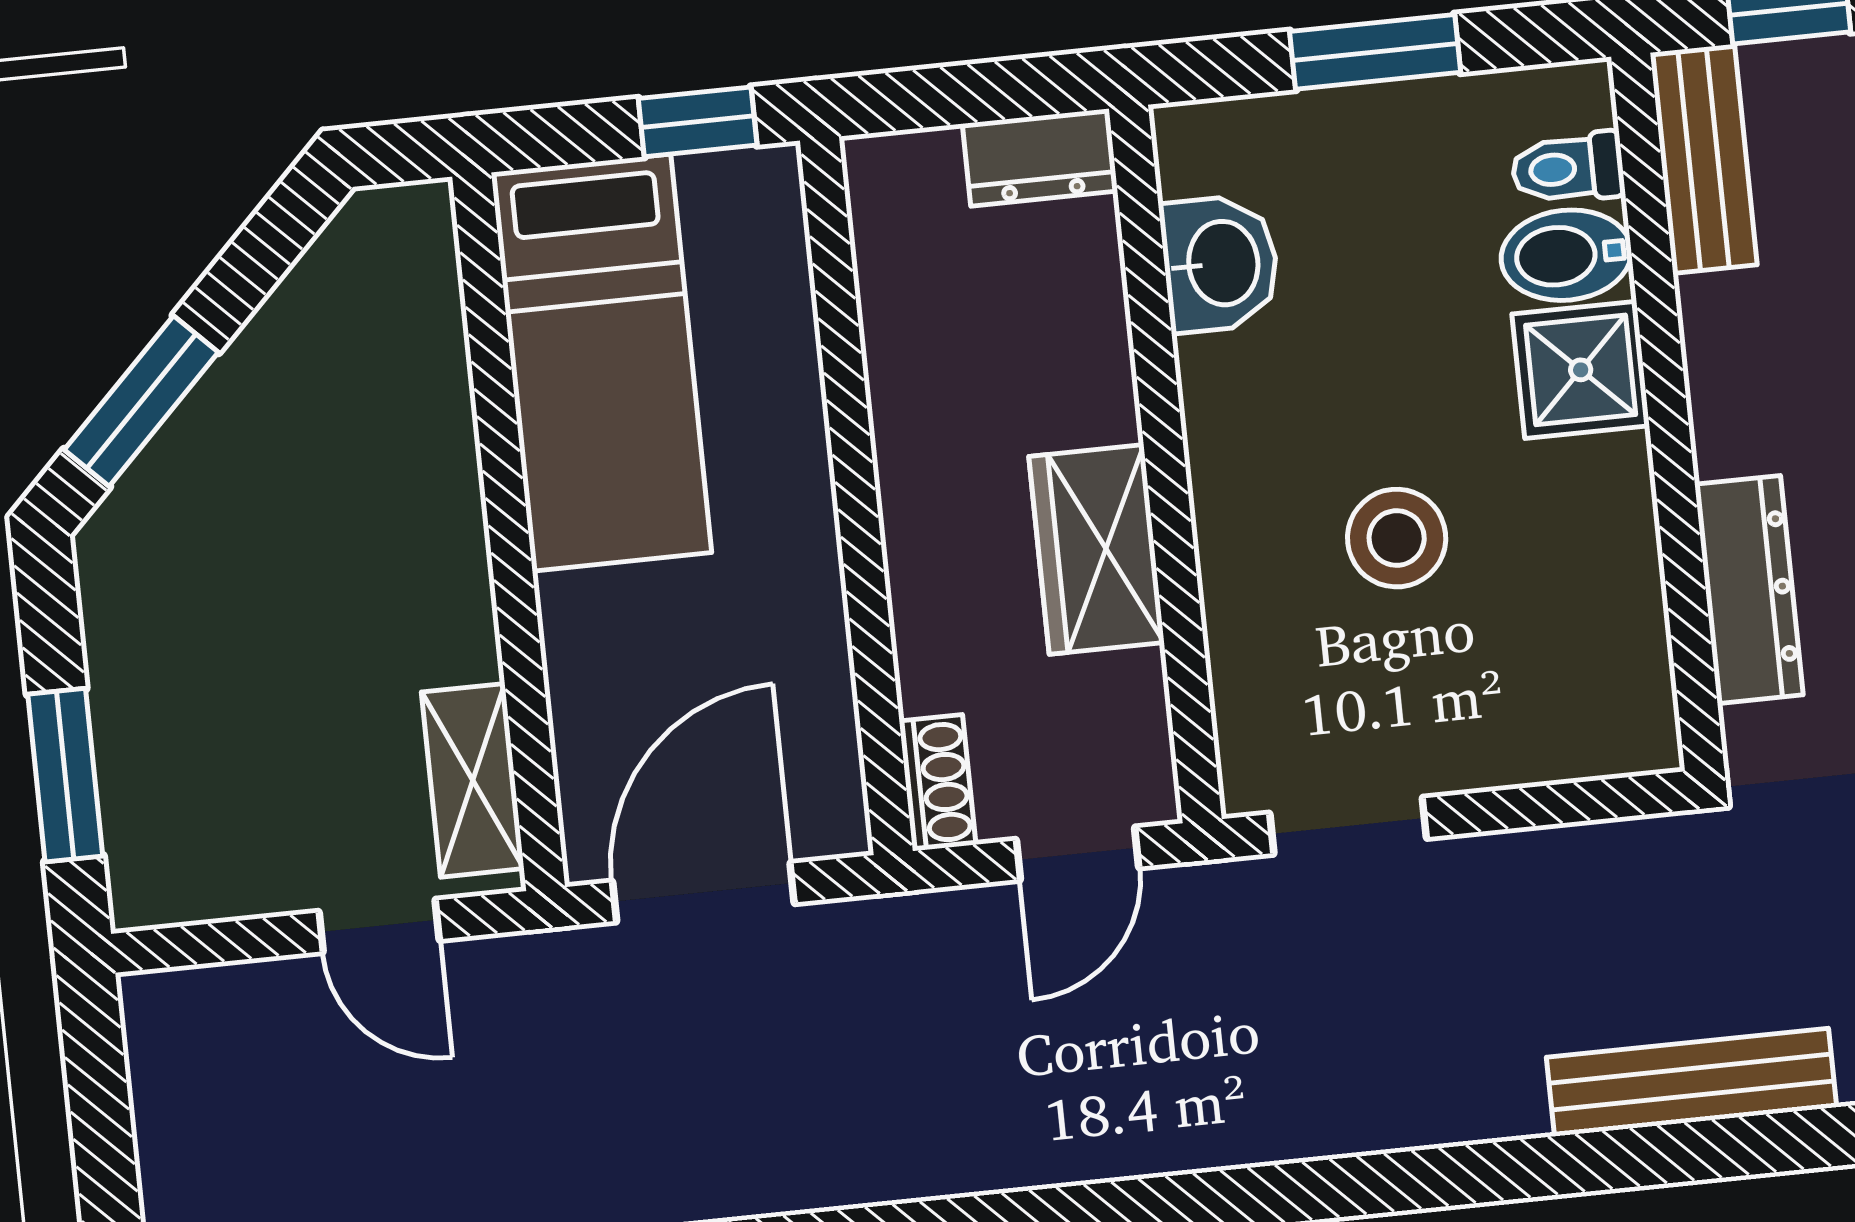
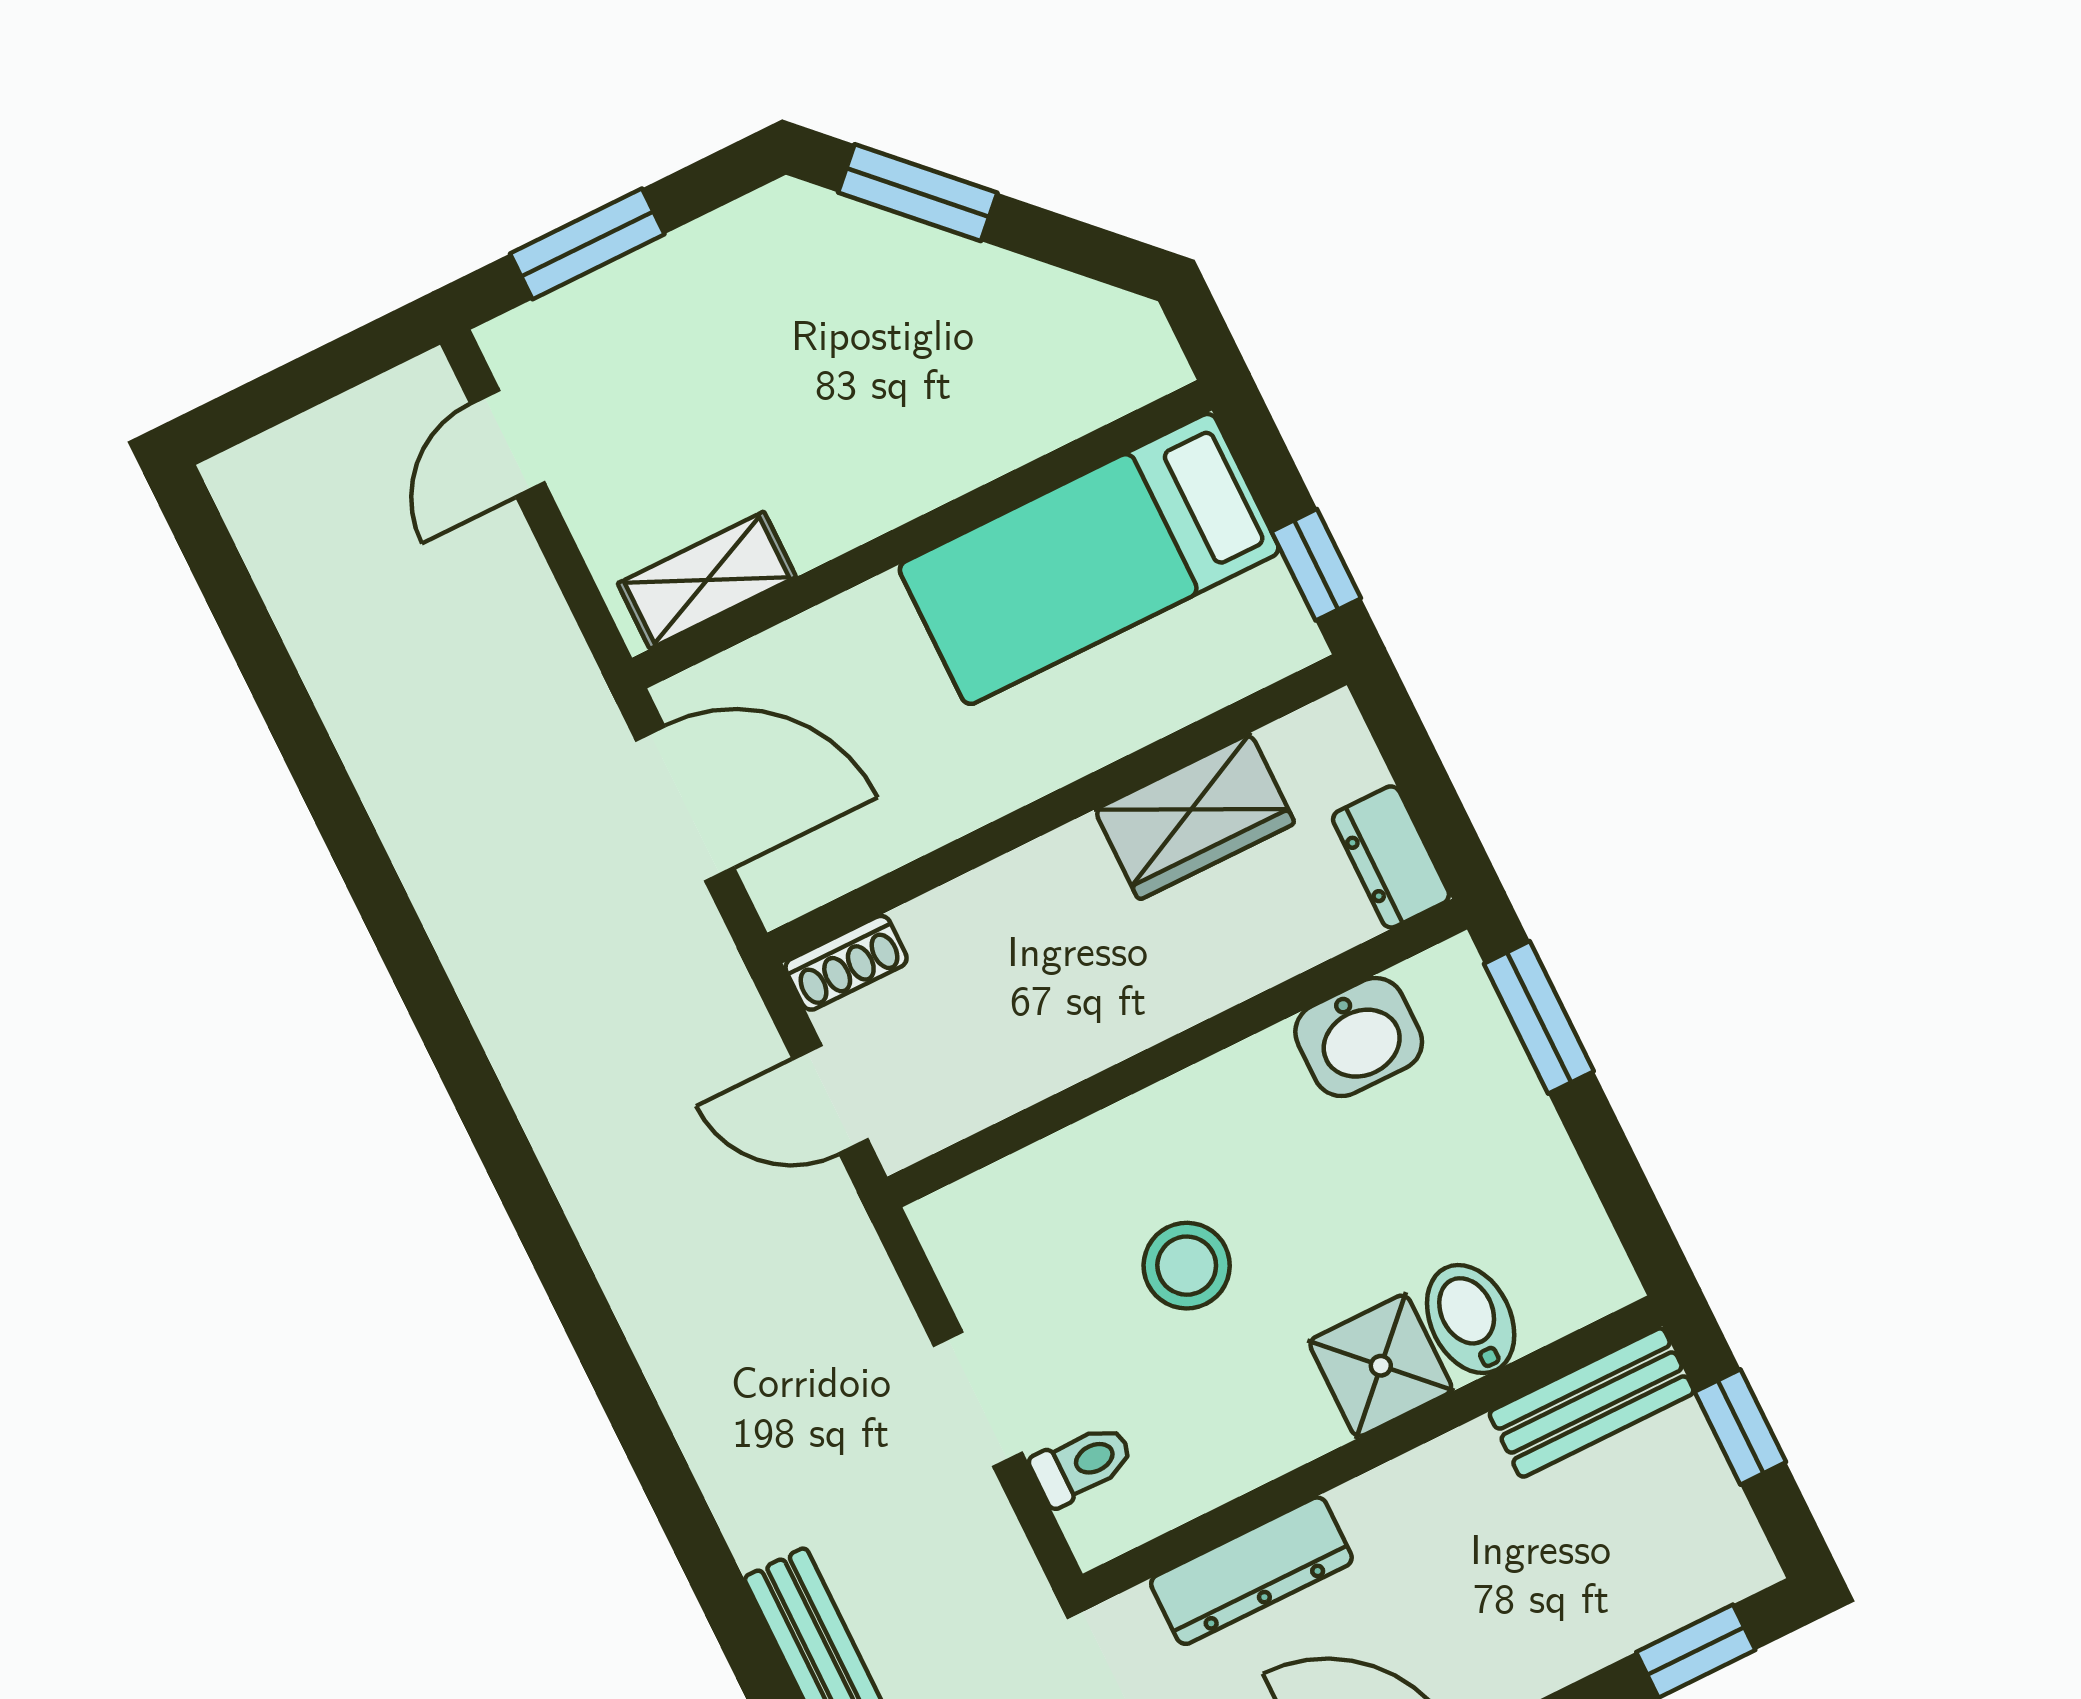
window: (1375, 52) -> (1539, 1017), moved
toilet: (1568, 168) -> (1082, 1464), moved, turned 90
wardrobe: (1097, 549) -> (1195, 817), moved, turned 180
doorway: (1348, 826) -> (978, 1399), moved
door: (379, 926) -> (508, 443), moved

